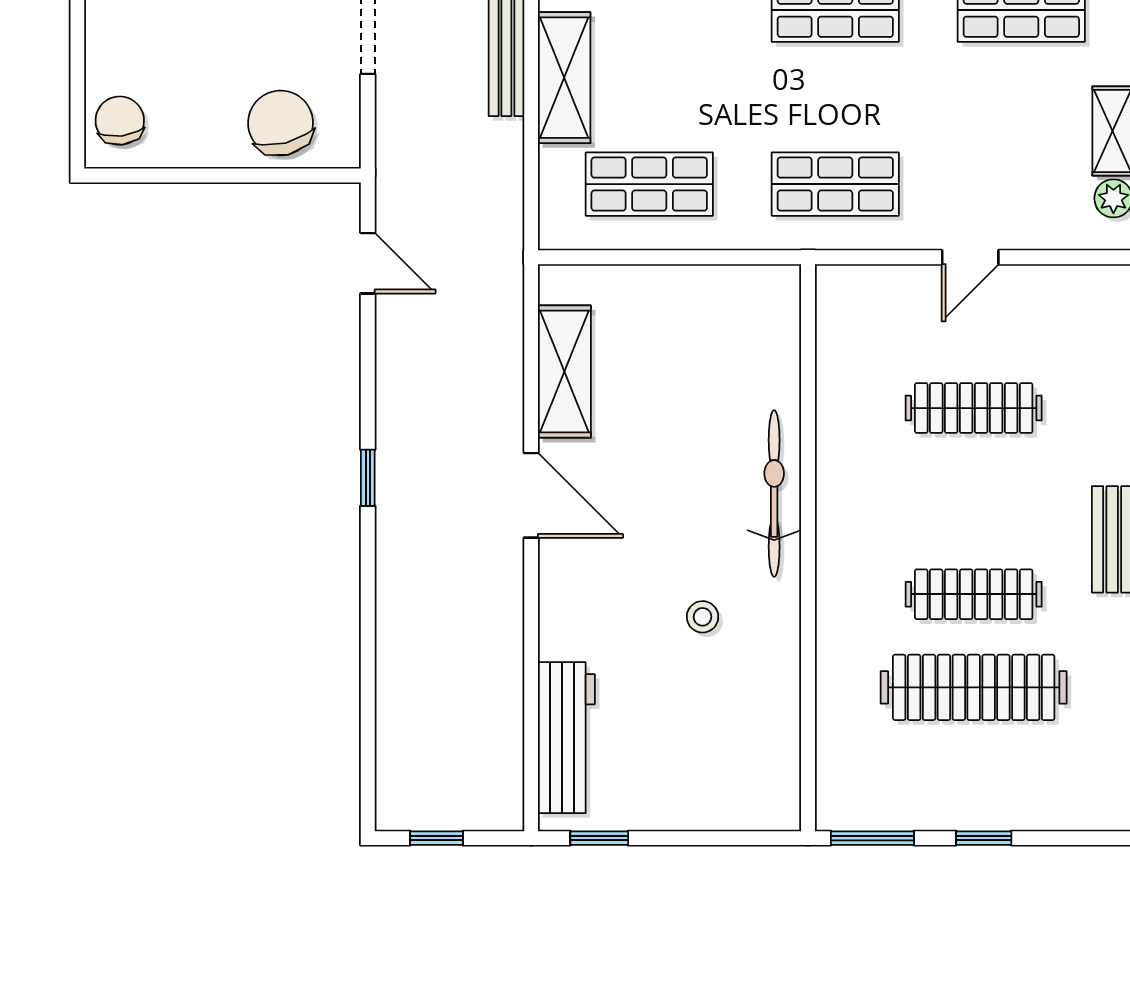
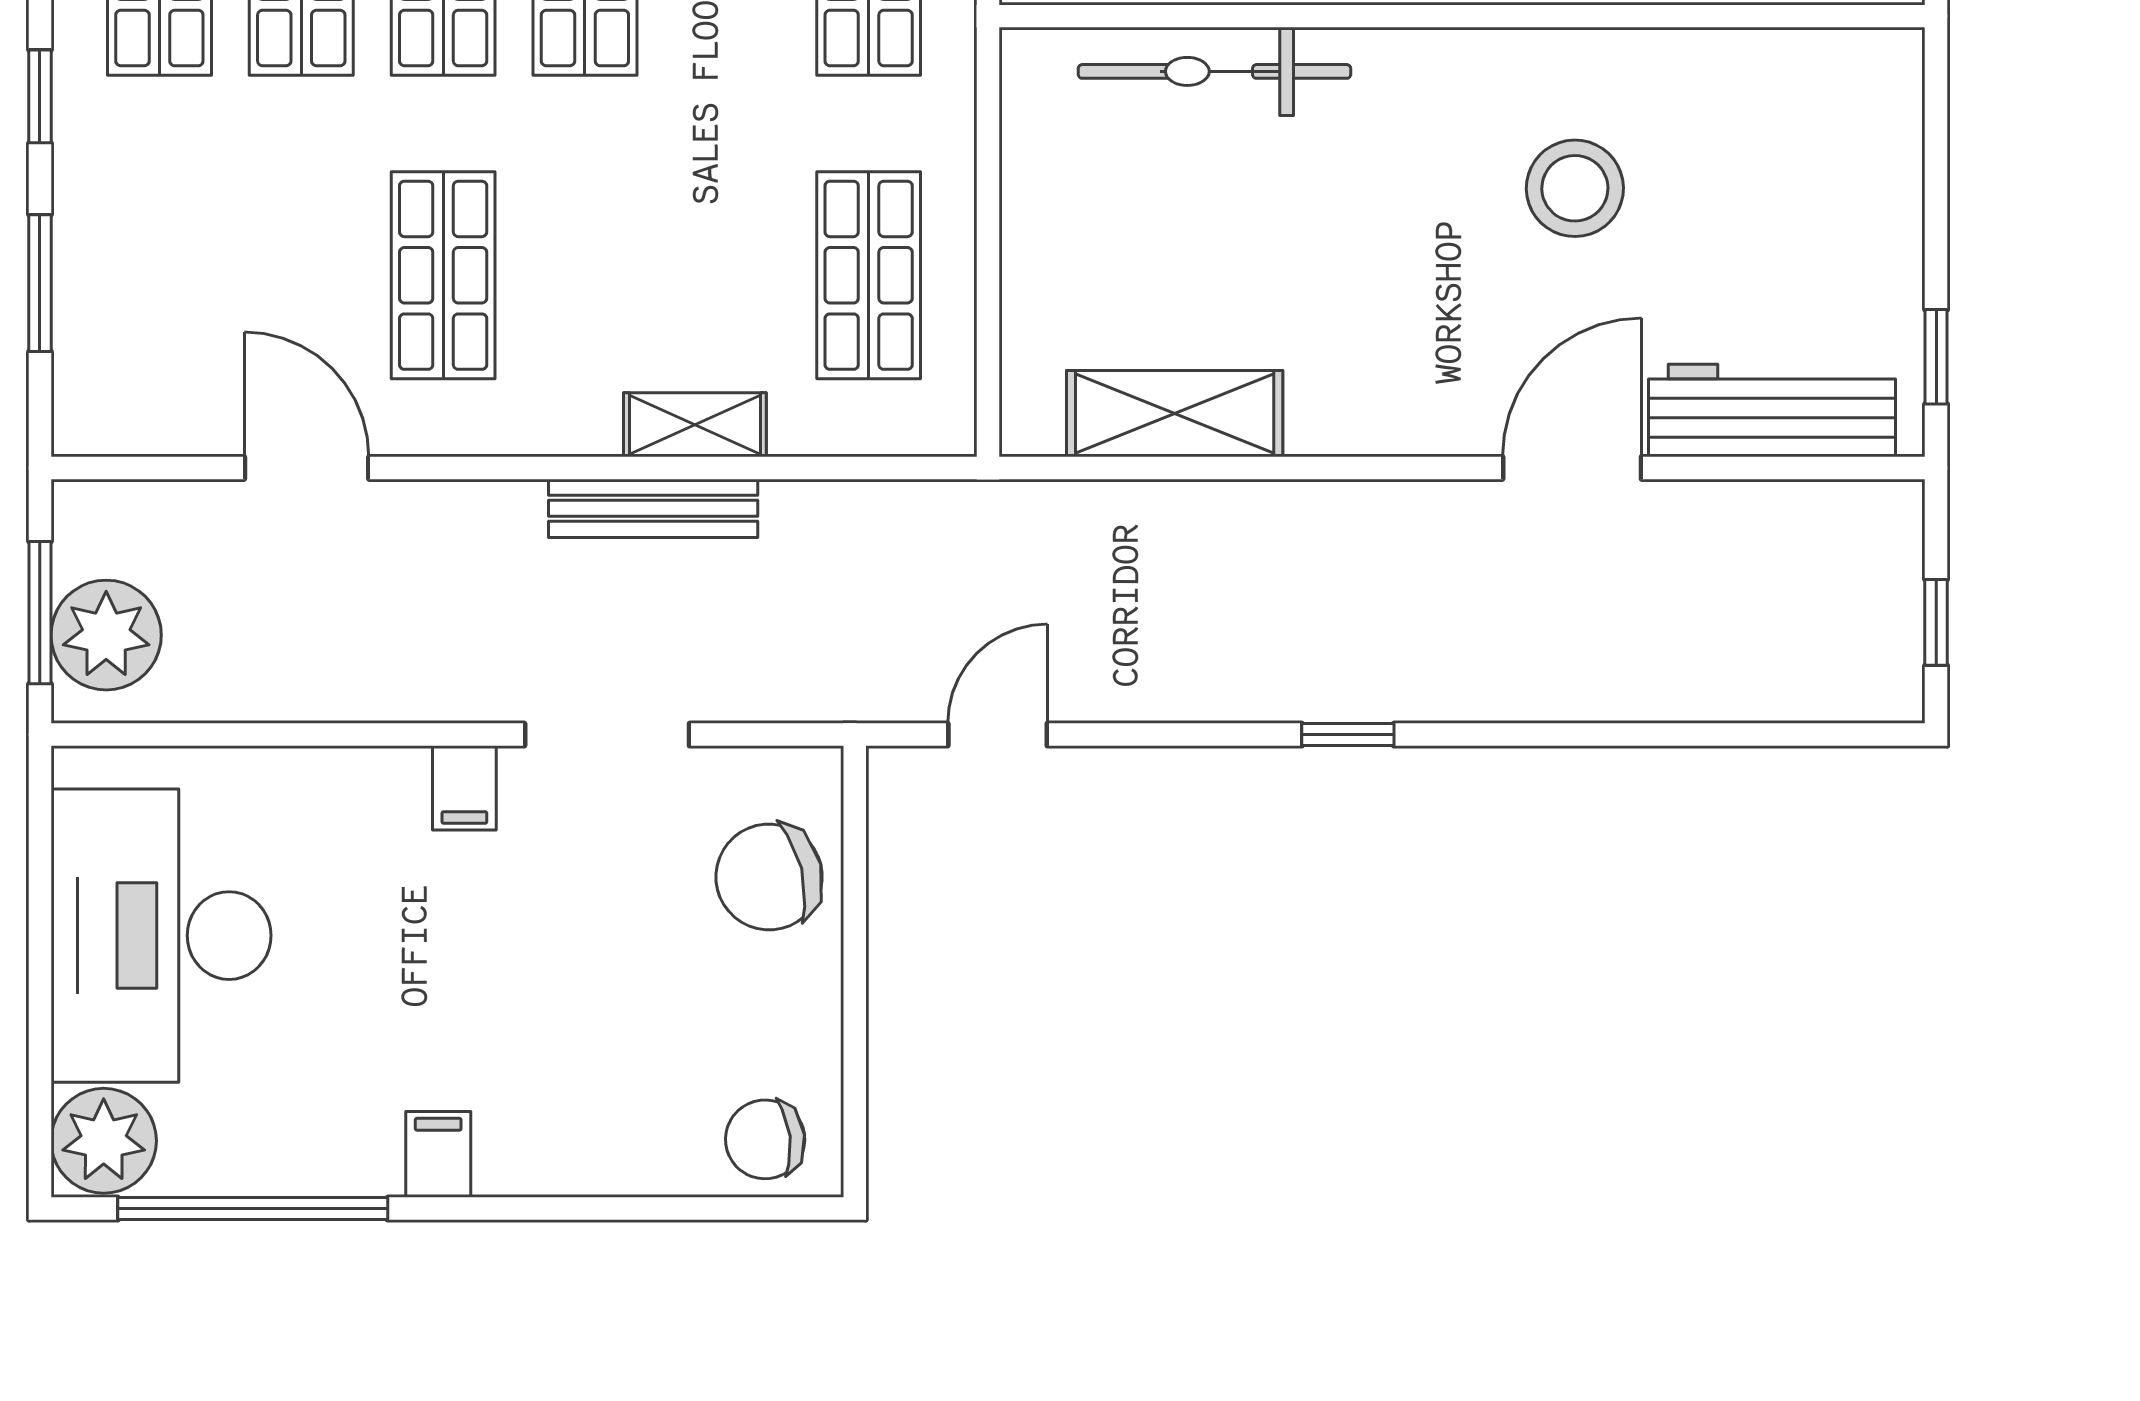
shelving: (564, 78) -> (695, 425), width x0.67, depth x0.75
bicycle: (774, 493) -> (1215, 71), moved
door: (531, 495) -> (1572, 468), moved
stool: (703, 617) -> (1575, 188), width x1.89, depth x1.89

